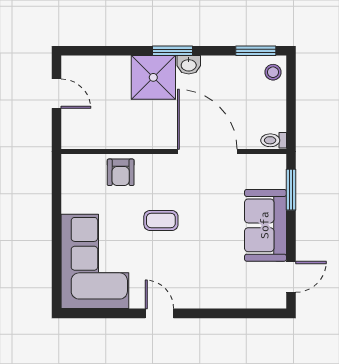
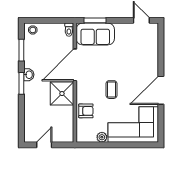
window: (256, 51) -> (21, 50), moved
shower: (153, 77) -> (62, 94), moved
plant: (71, 202) -> (102, 137), added
sofa: (265, 225) -> (95, 34), moved
door: (159, 313) -> (161, 90), width x1.88

